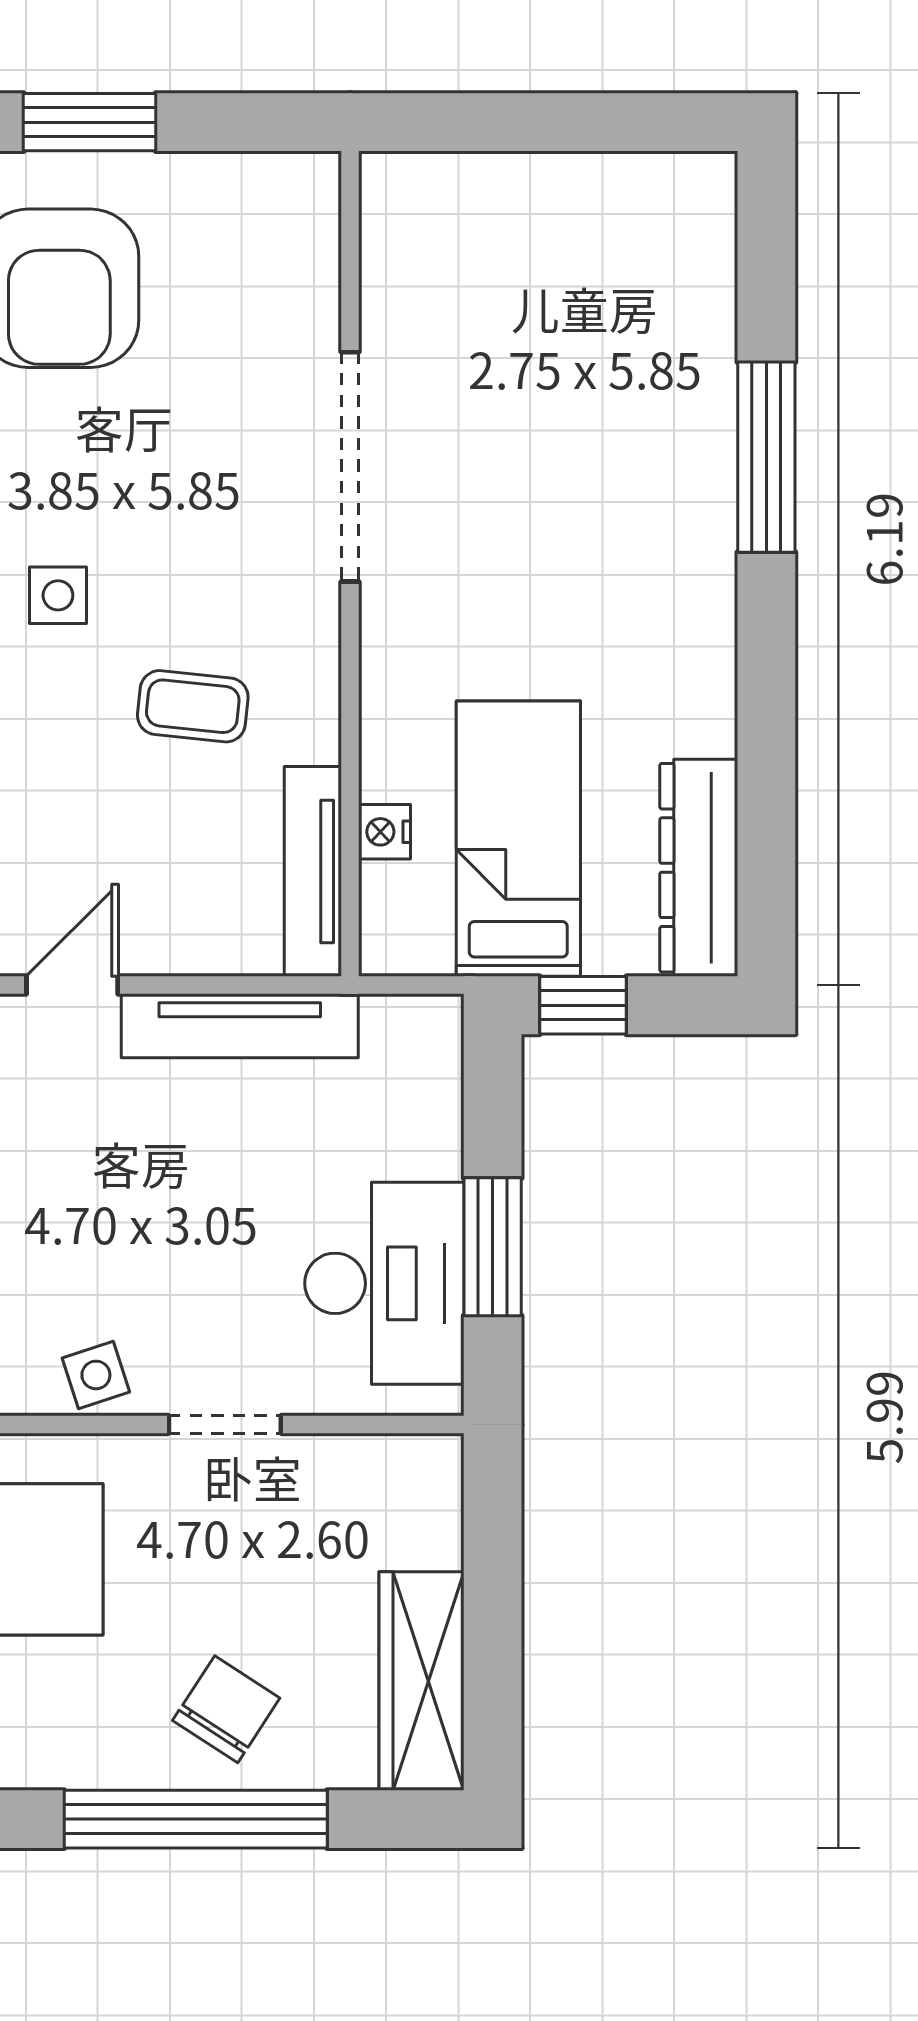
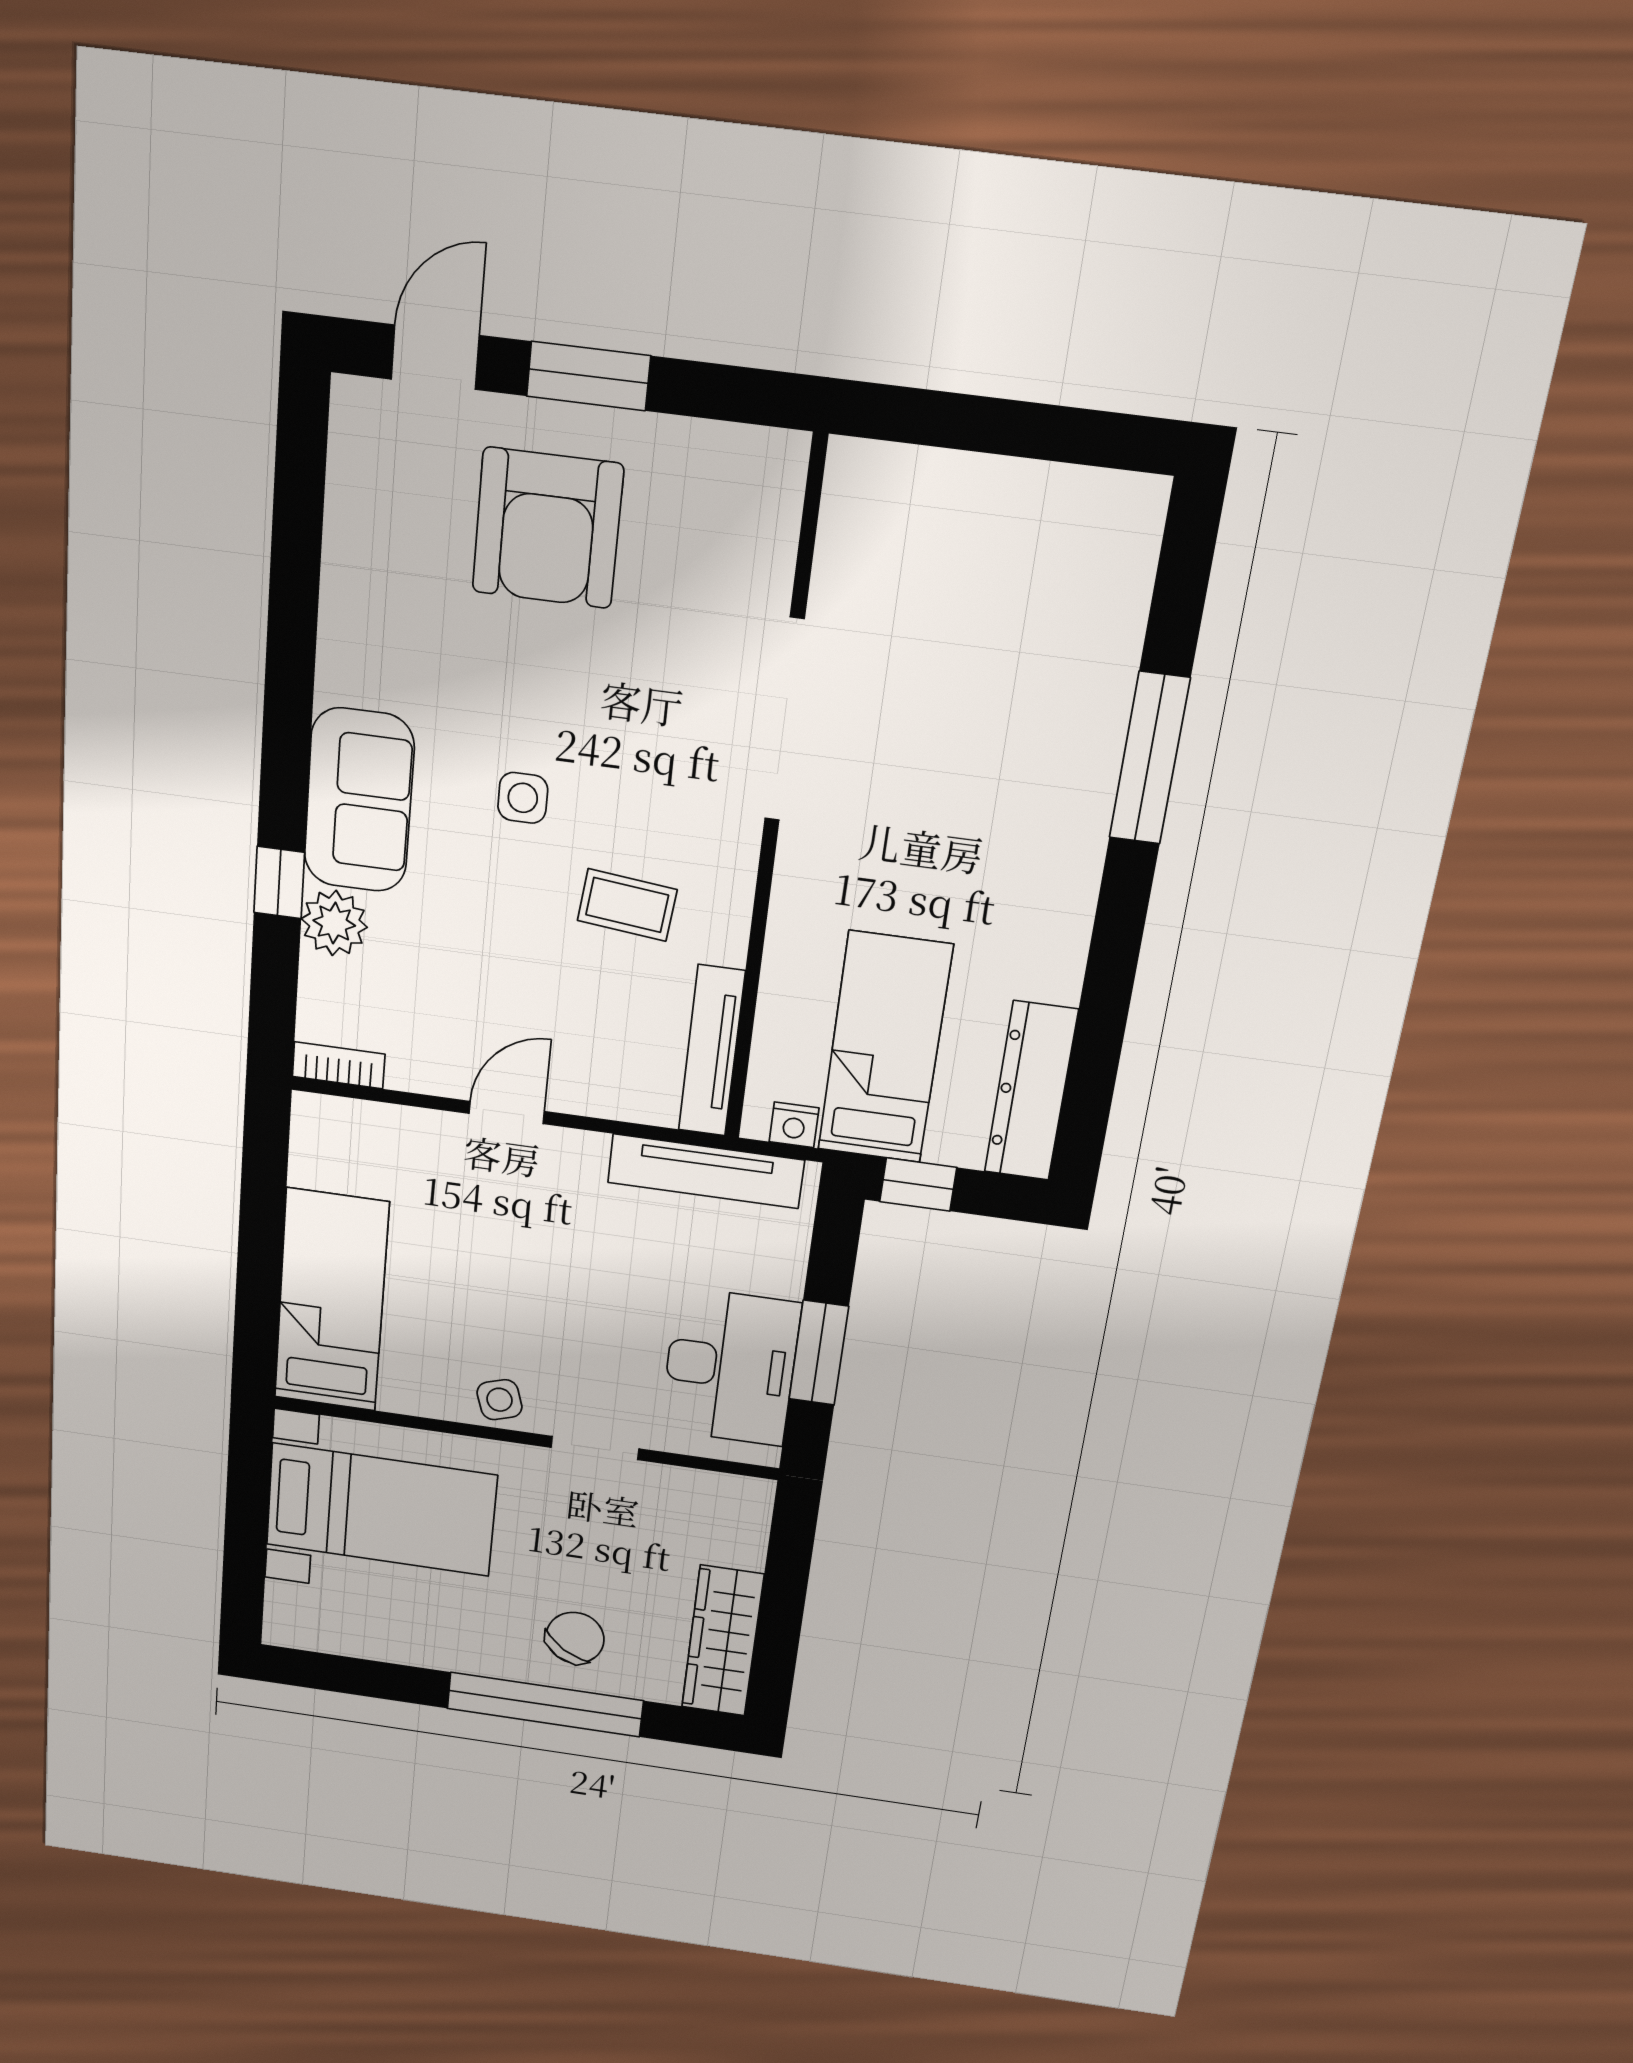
nightstand: (384, 832) -> (794, 1125), moved, turned -90
tv unit: (240, 1026) -> (706, 1171), moved

